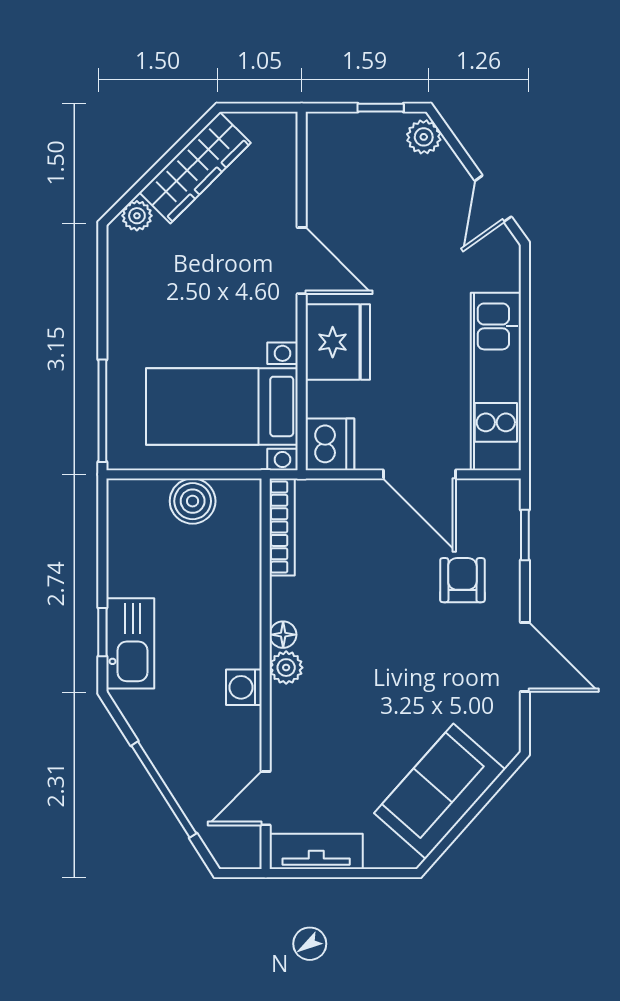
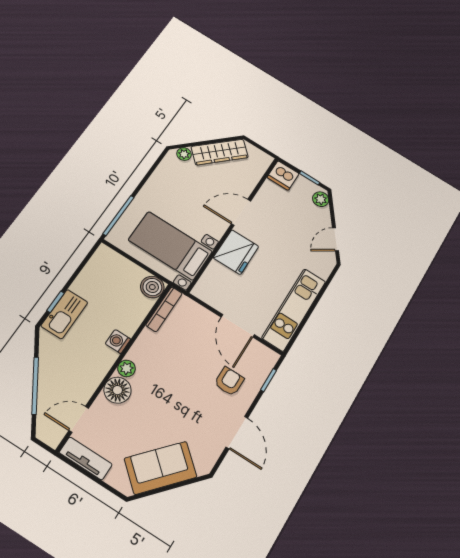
door: (302, 261) -> (241, 212), swing flipped
dishwasher: (330, 444) -> (283, 175), moved, turned 90
boiler: (193, 501) -> (152, 287), moved
floor lamp: (283, 635) -> (117, 390), moved, width x1.89, depth x1.89
washing machine: (244, 687) -> (118, 341), moved

